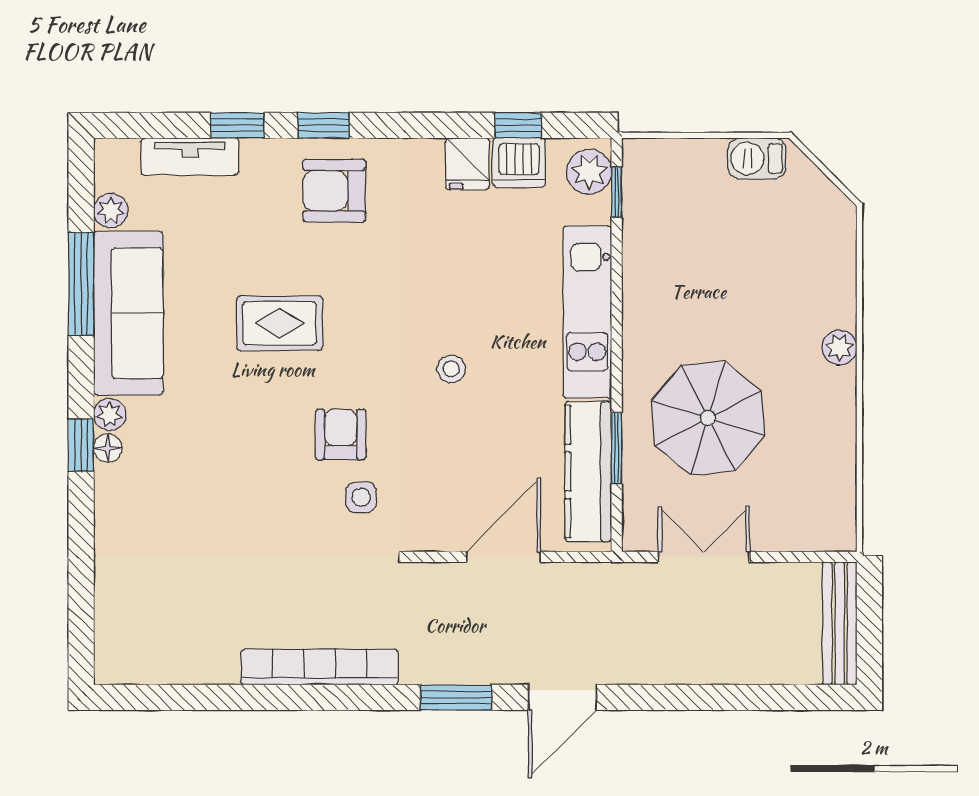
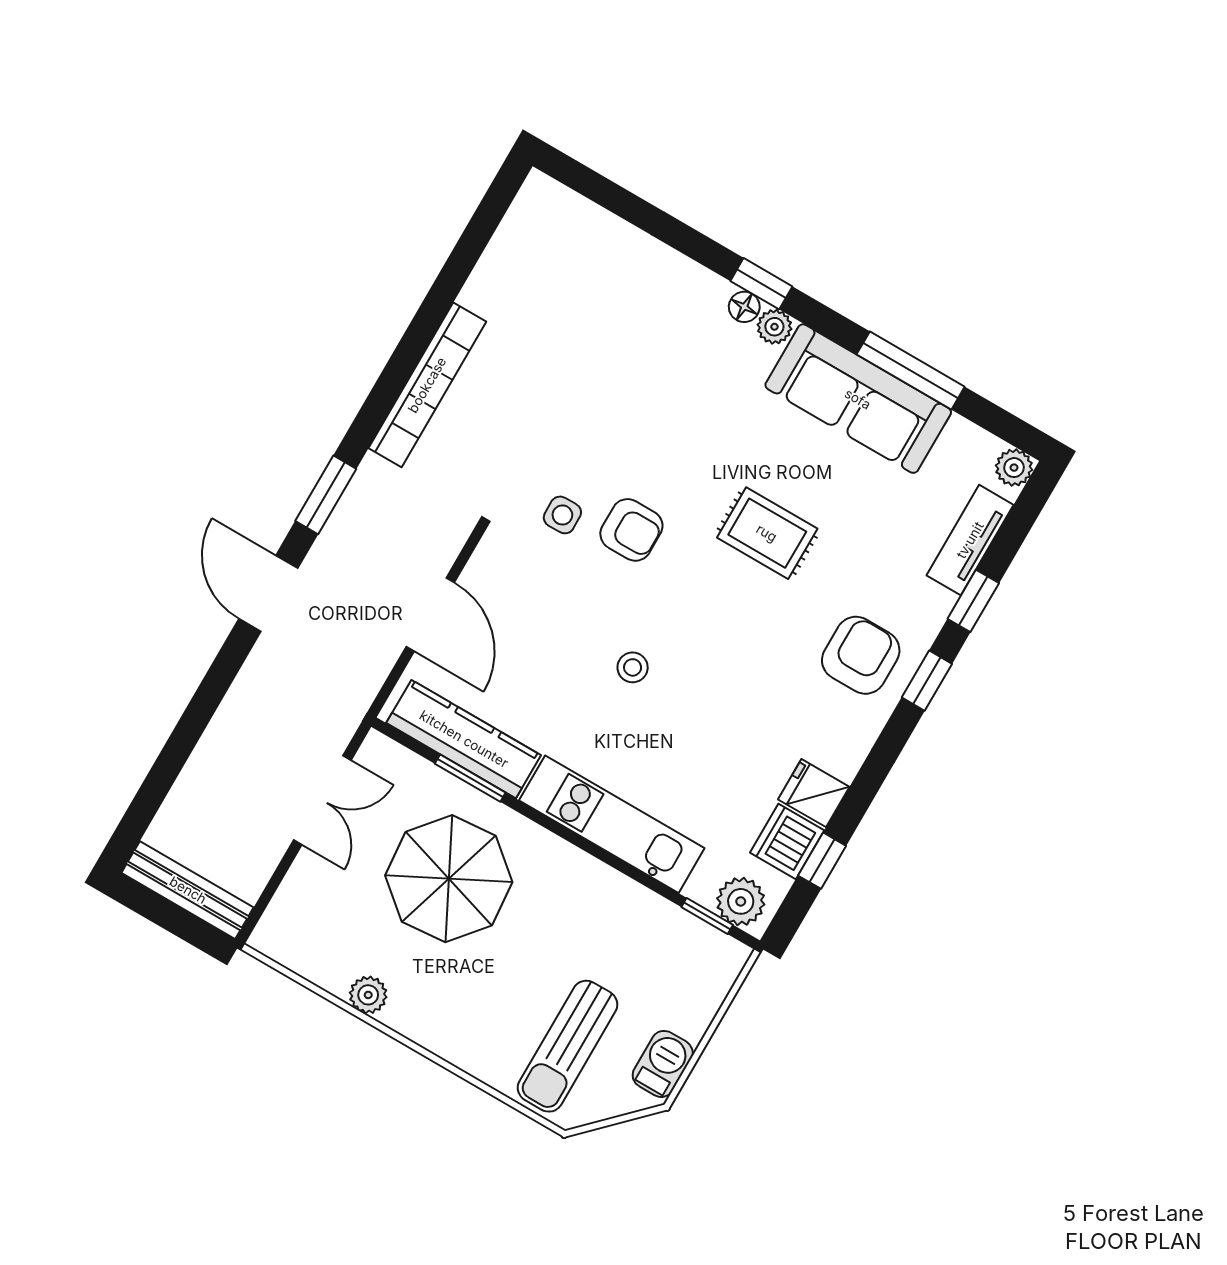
plant: (111, 211) -> (1014, 468), moved
sun lounger: (787, 244) -> (568, 1046), added
rug: (280, 323) -> (767, 533), turned 90
plant: (839, 347) -> (368, 995), moved

